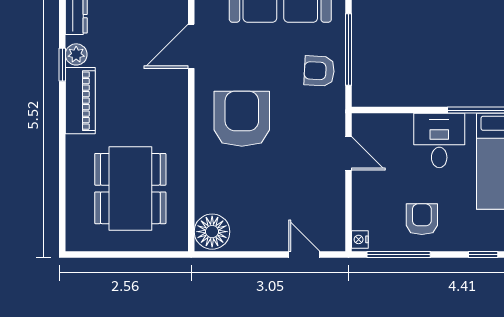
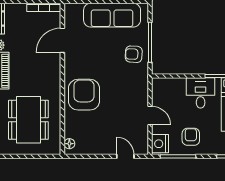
armchair: (242, 119) -> (84, 95), moved
door: (348, 153) -> (150, 116), moved
floor lamp: (212, 232) -> (69, 144), width x0.53, depth x0.53
nightstand: (360, 239) -> (160, 144), width x1.89, depth x1.79

